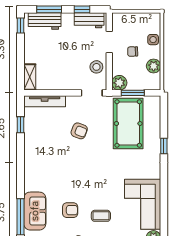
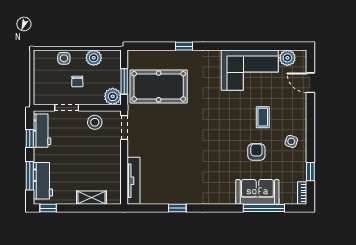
shelving: (30, 77) -> (91, 198), moved
window: (20, 125) -> (177, 208), moved
armchair: (79, 131) -> (167, 142), removed

